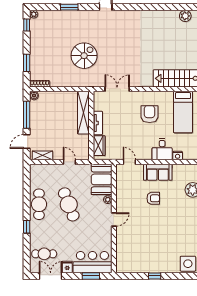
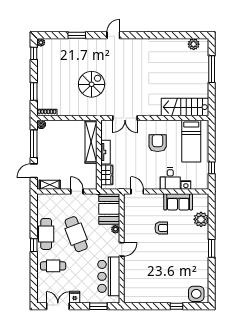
double door: (117, 89) -> (125, 118), swing flipped
sofa: (158, 172) -> (178, 202), moved
window: (27, 227) -> (34, 245), moved
cafe table: (44, 254) -> (53, 266), moved
bar counter: (92, 262) -> (109, 276), moved, turned -90
window: (155, 276) -> (177, 306), moved

